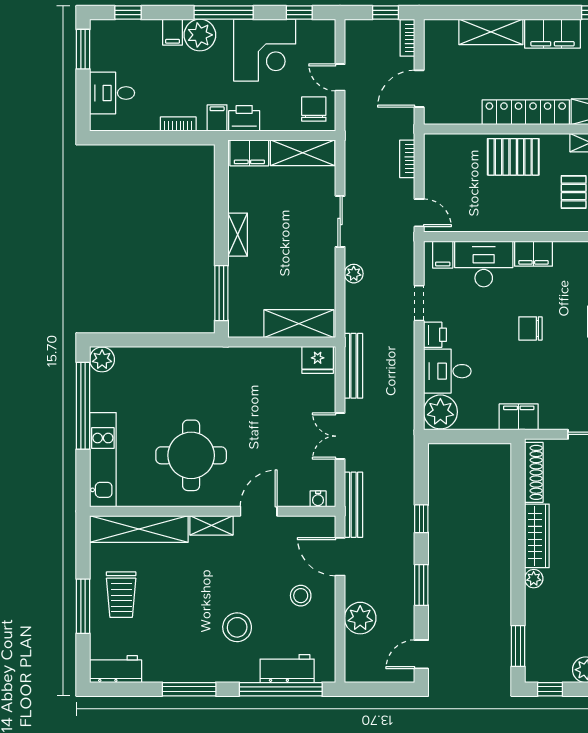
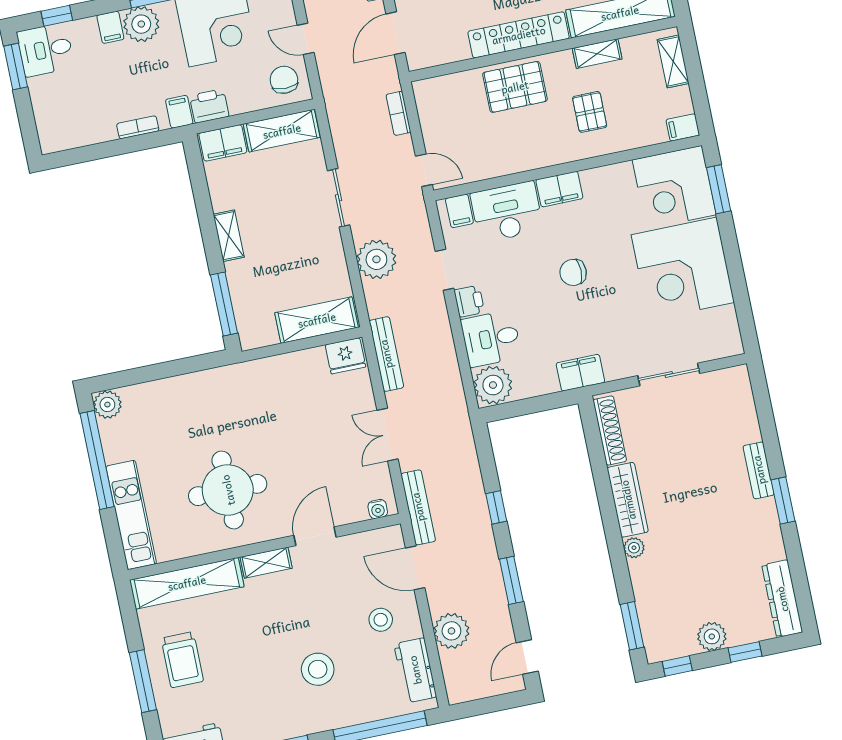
desk: (112, 93) -> (46, 50), moved
plant: (354, 274) -> (376, 259), width x1.88, depth x1.88
workbench: (287, 669) -> (415, 670), moved, turned -90

